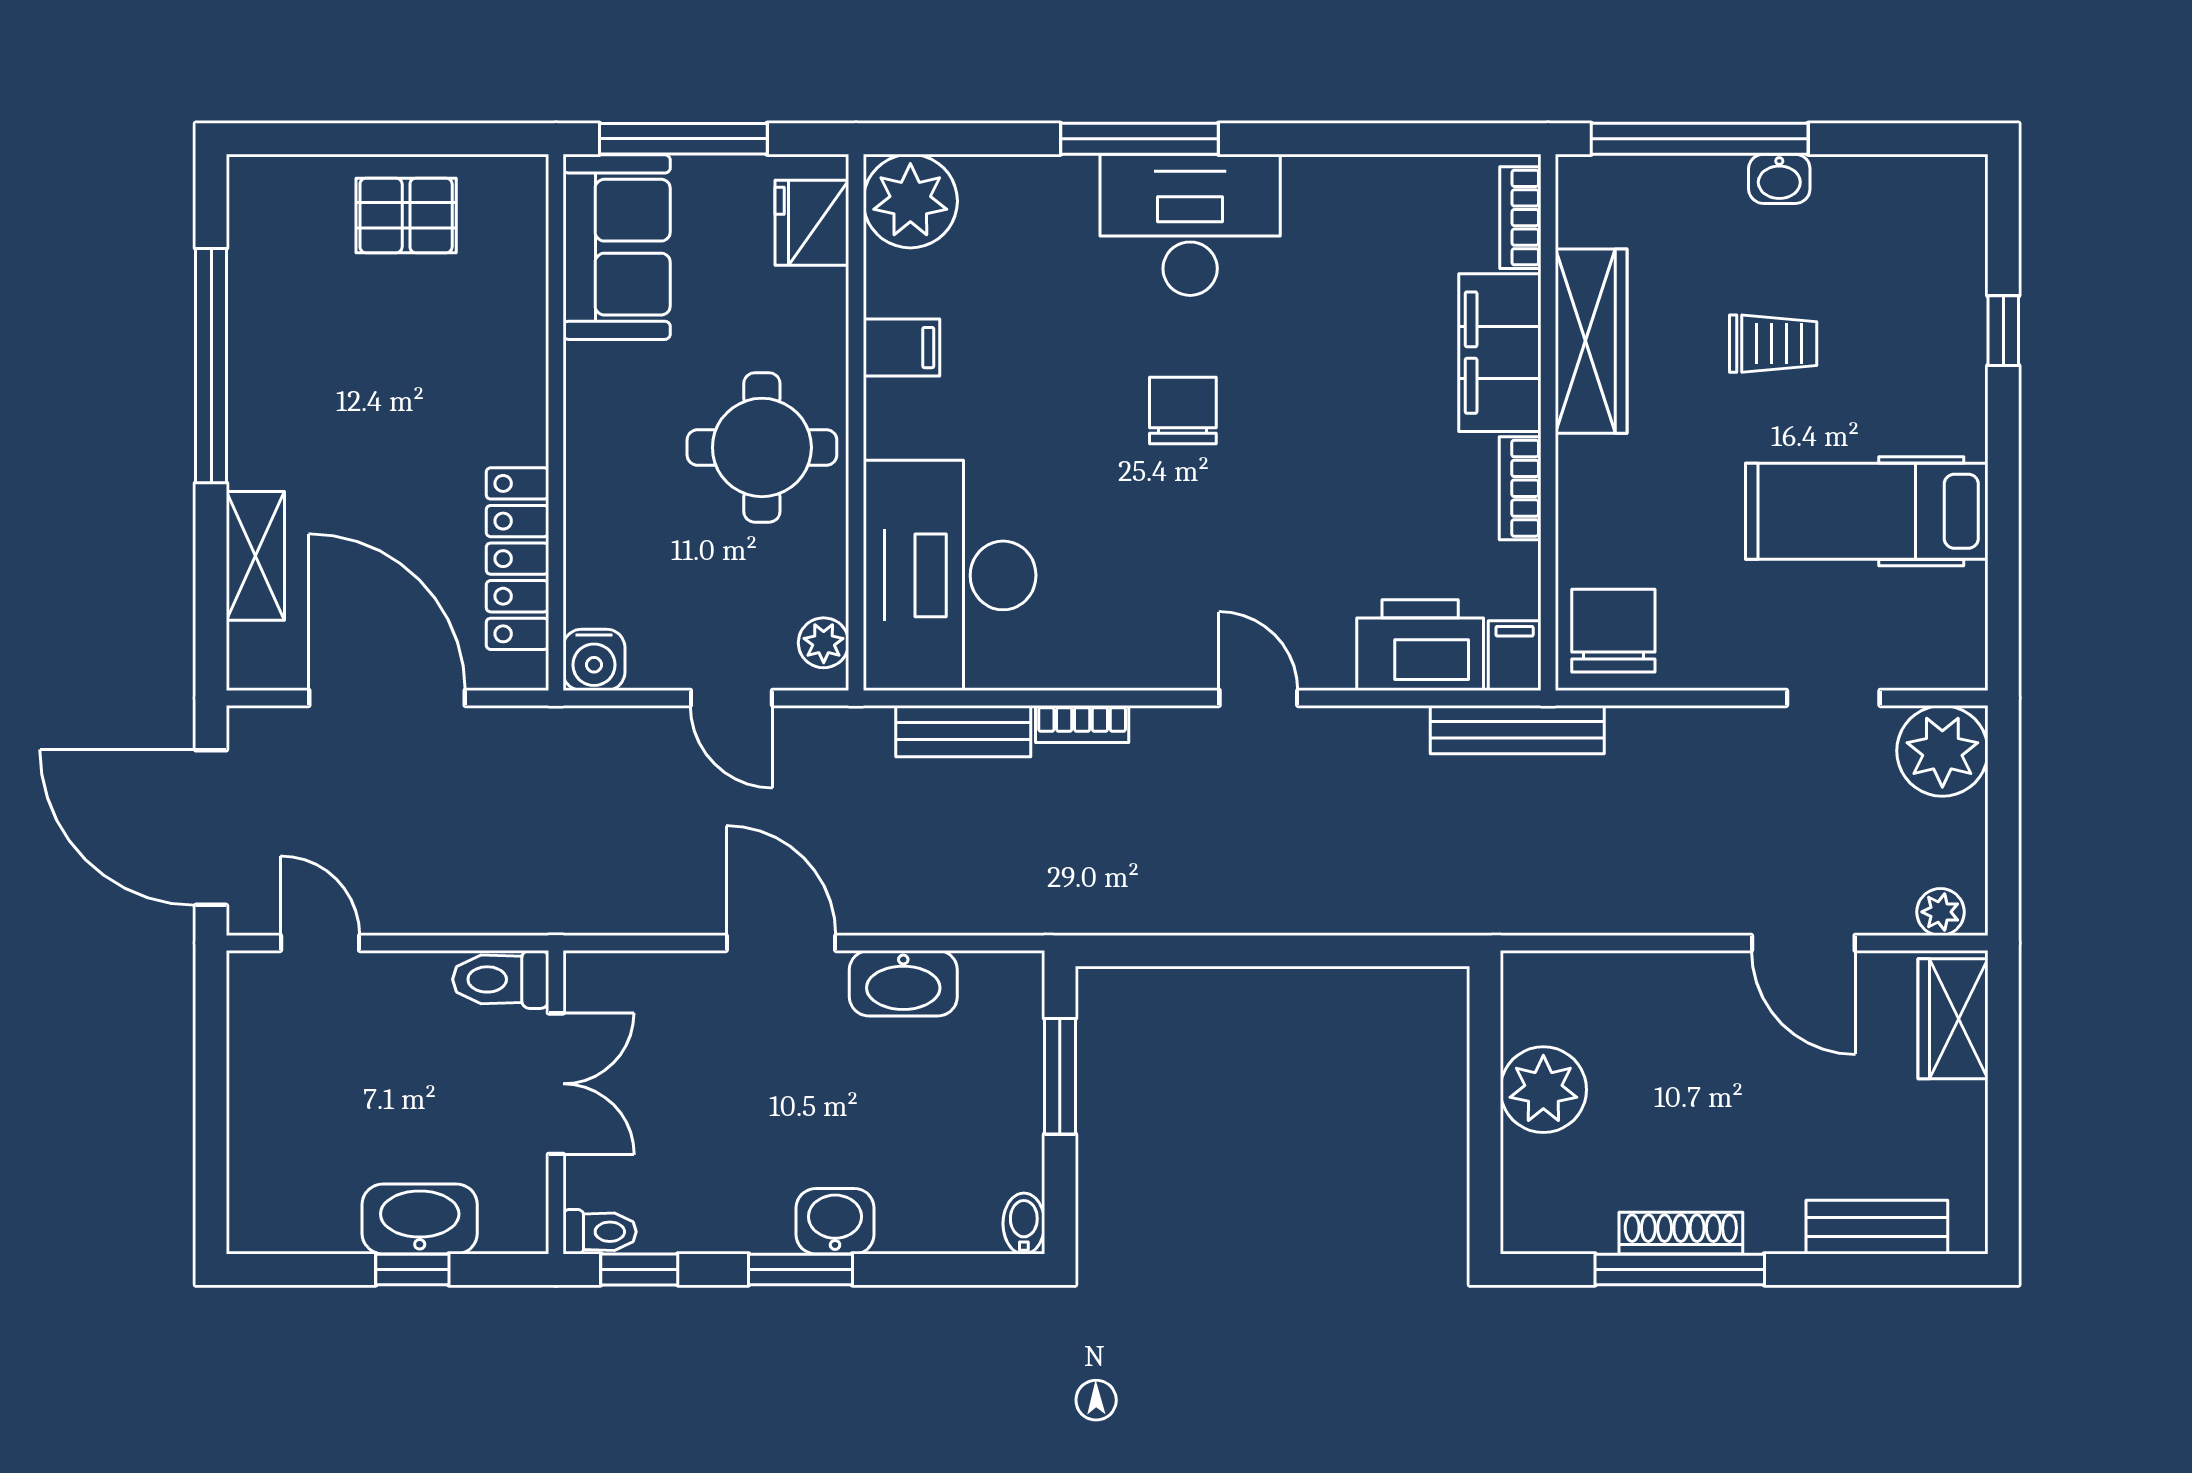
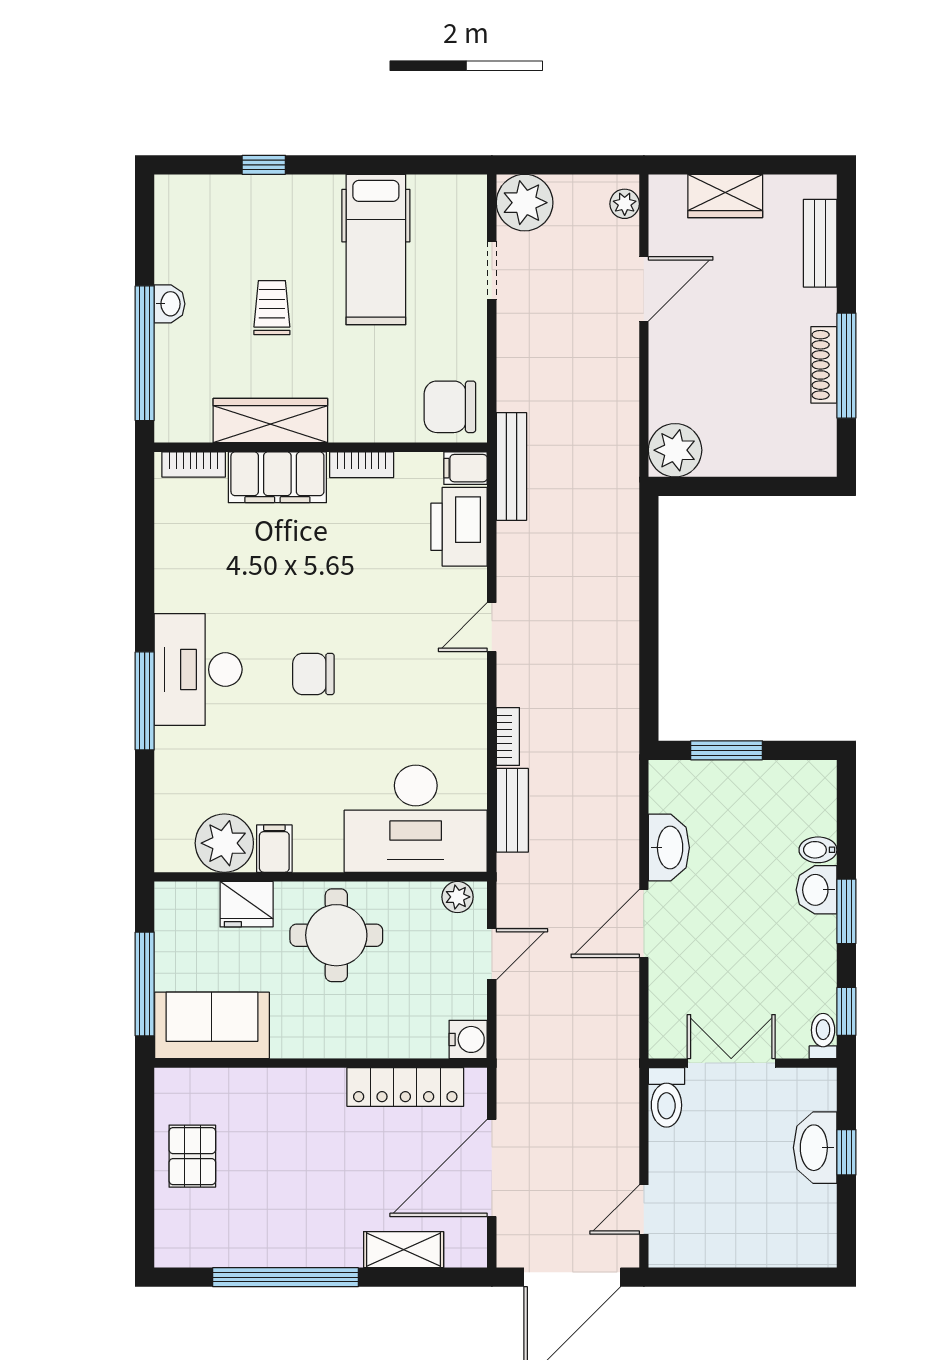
plant: (910, 201) -> (224, 843), moved
fridge: (812, 223) -> (247, 904), moved
wardrobe: (1953, 1019) -> (725, 196), moved
plant: (1543, 1090) -> (675, 450), moved
bidet: (1024, 1224) -> (818, 850), moved

